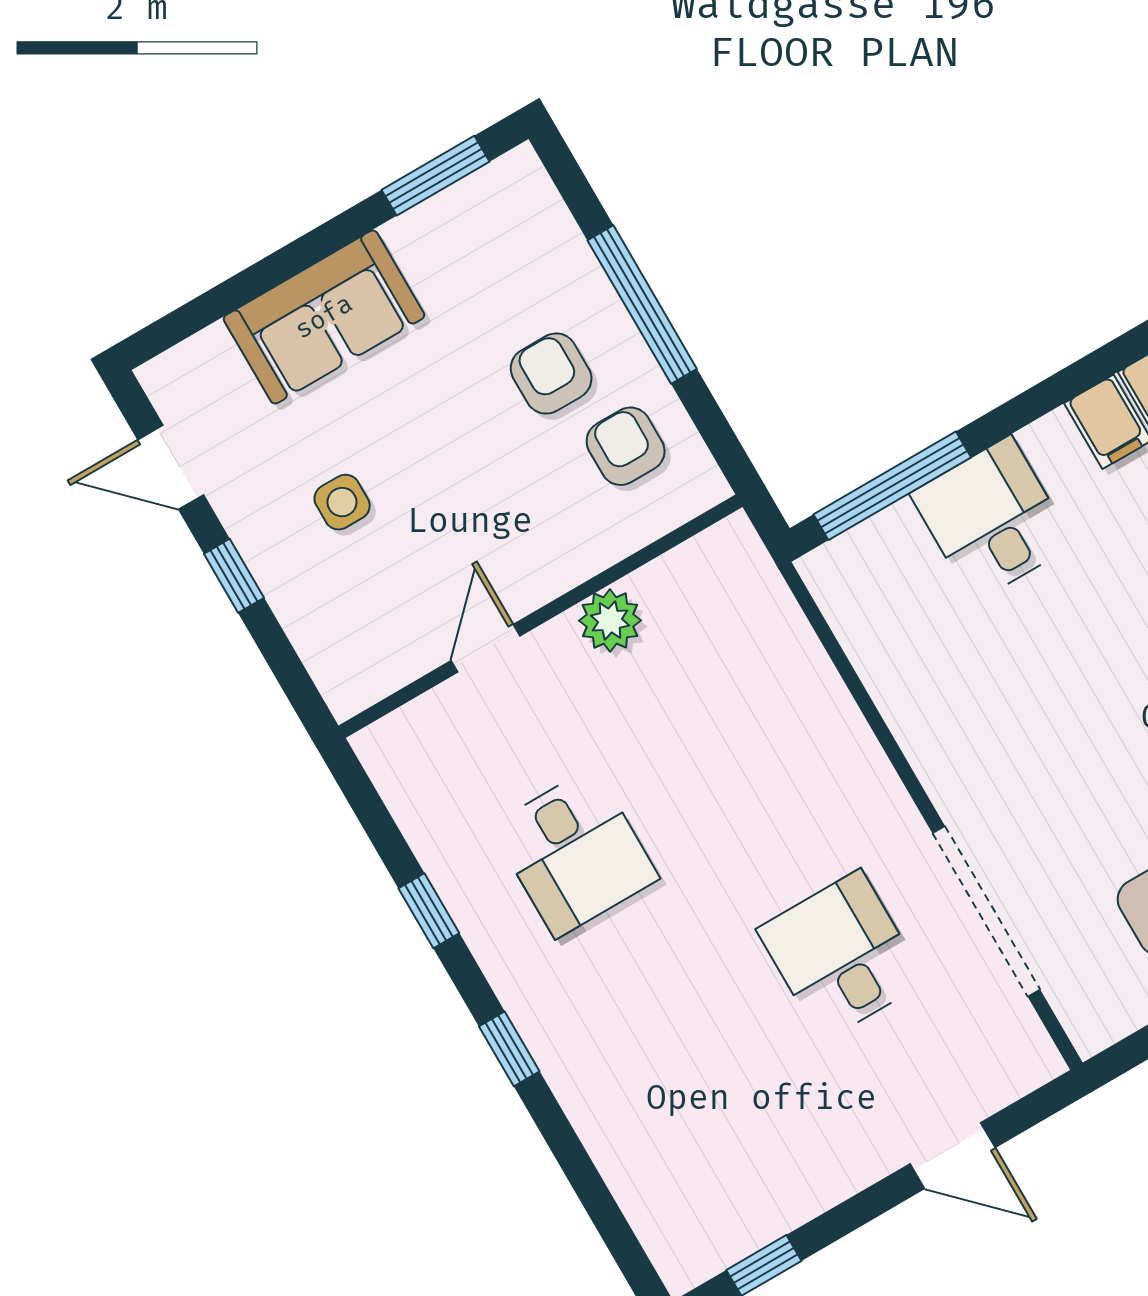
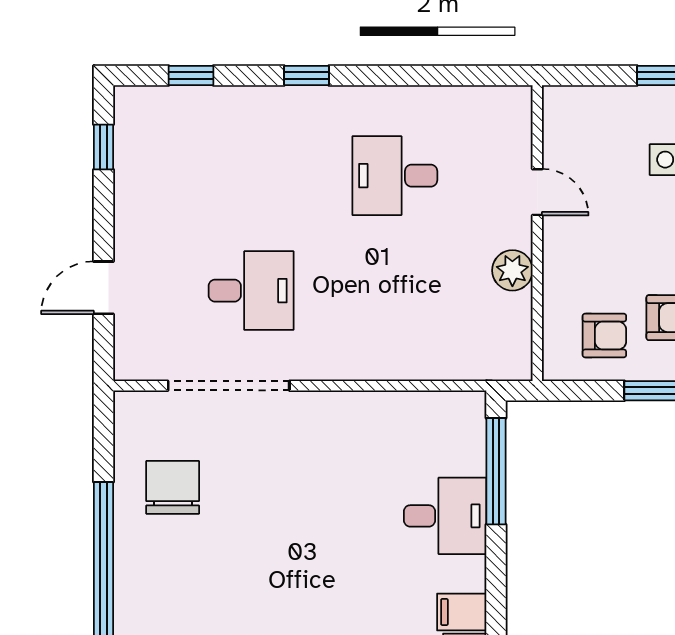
window: (429, 911) -> (191, 75), moved

